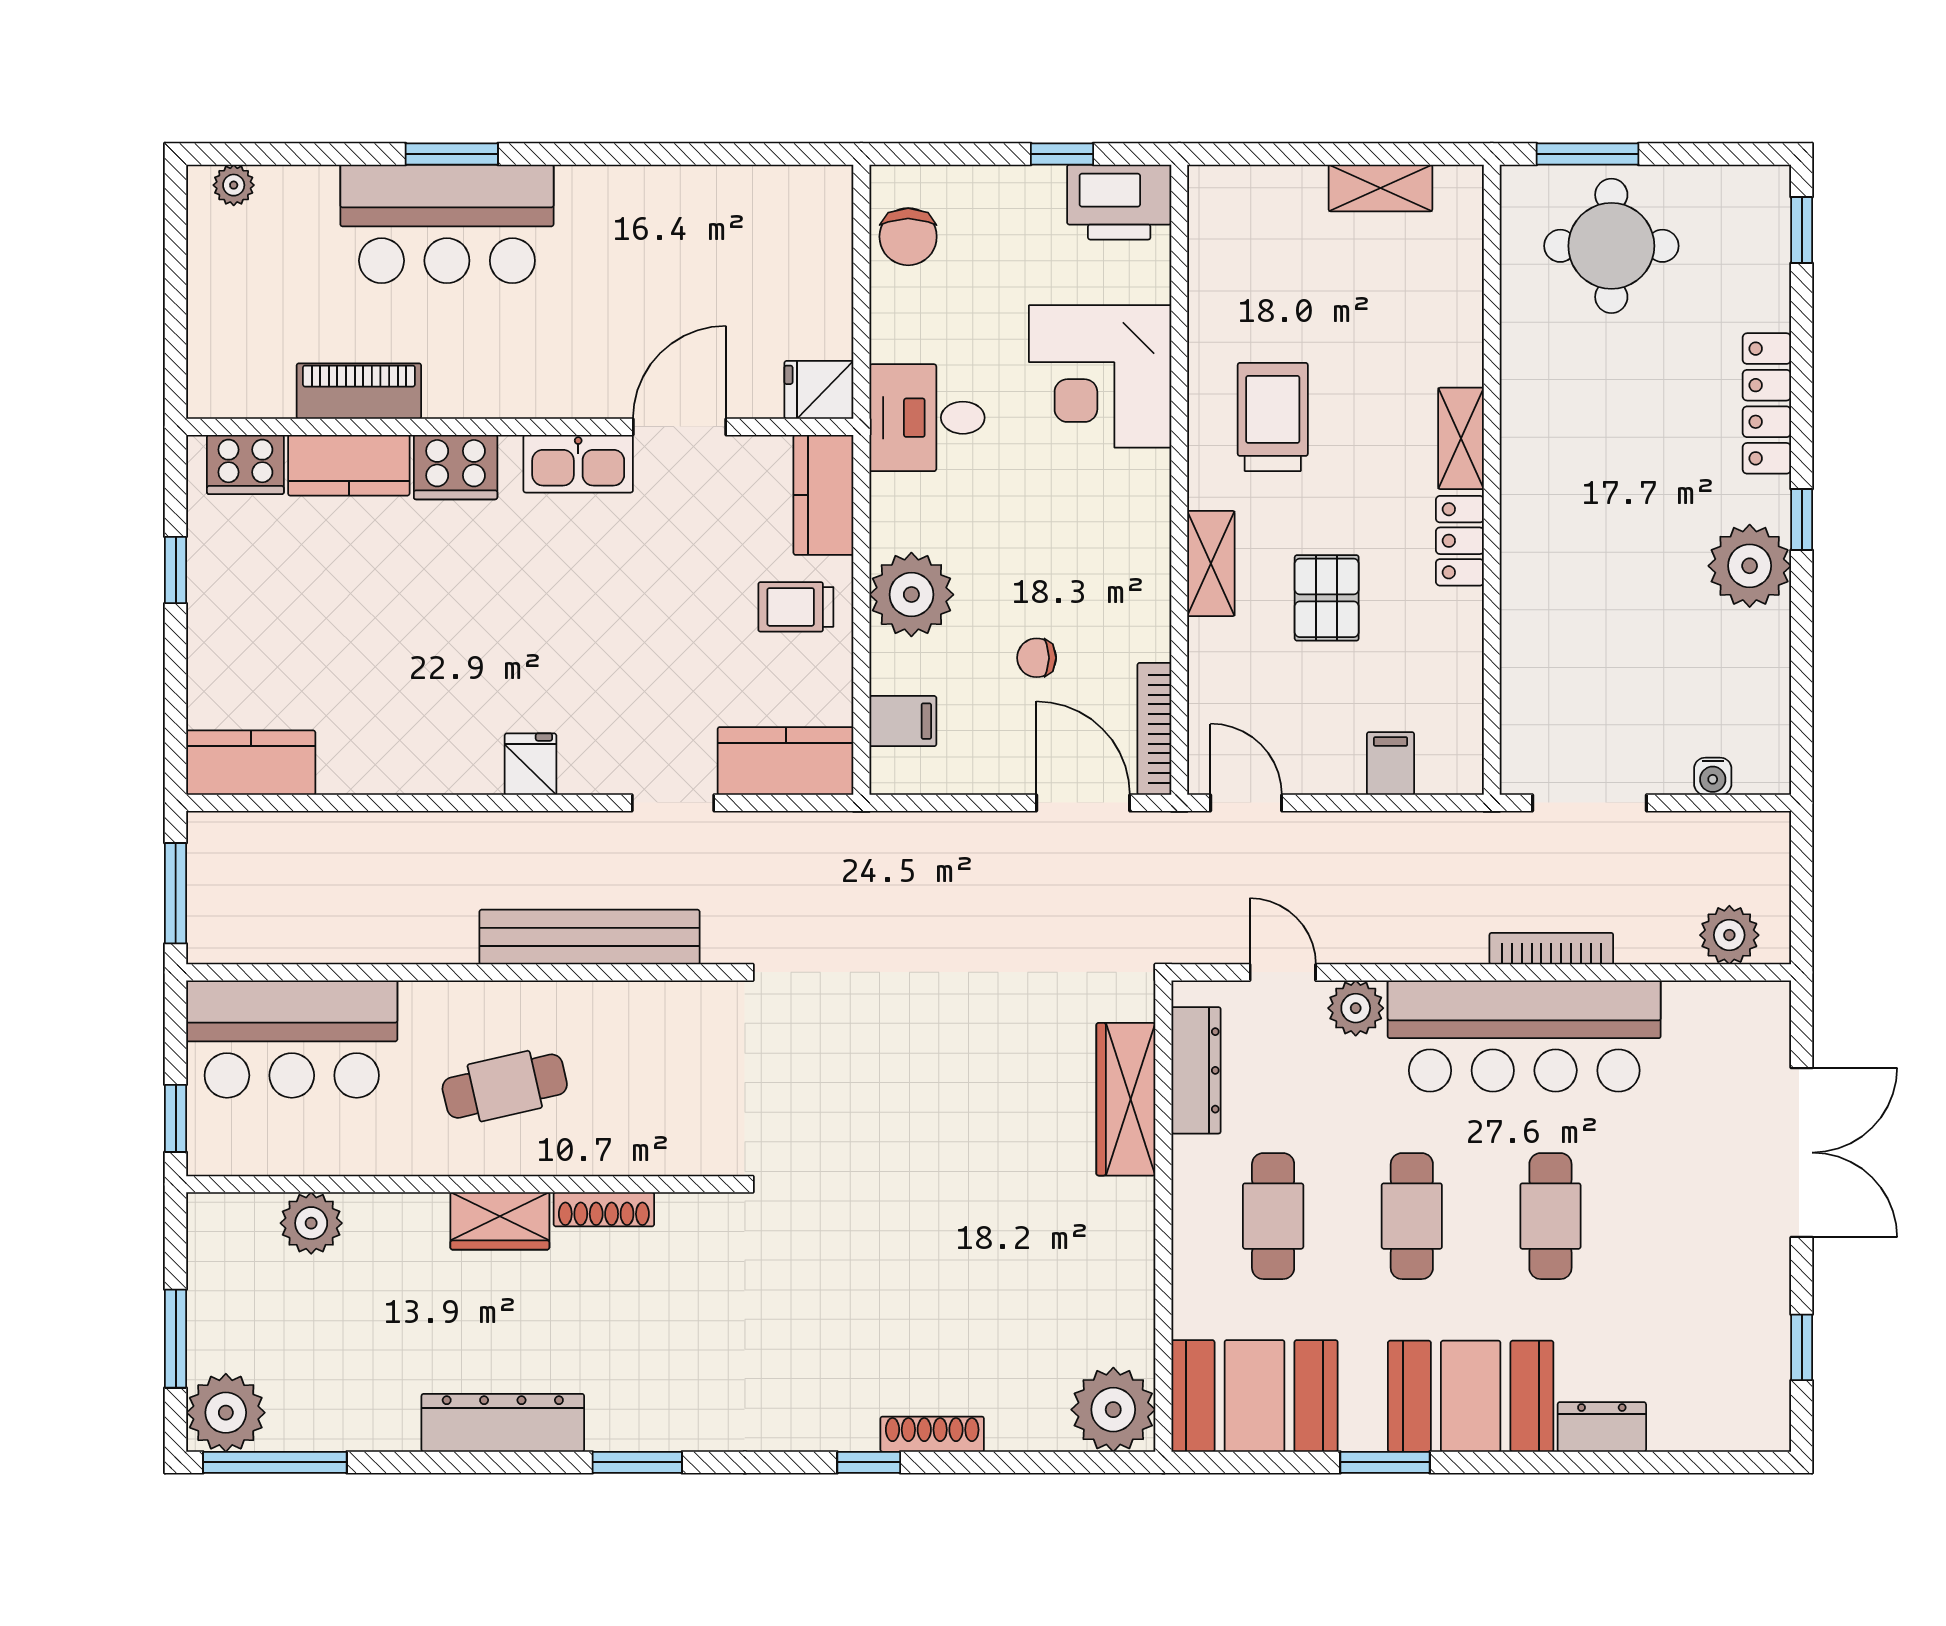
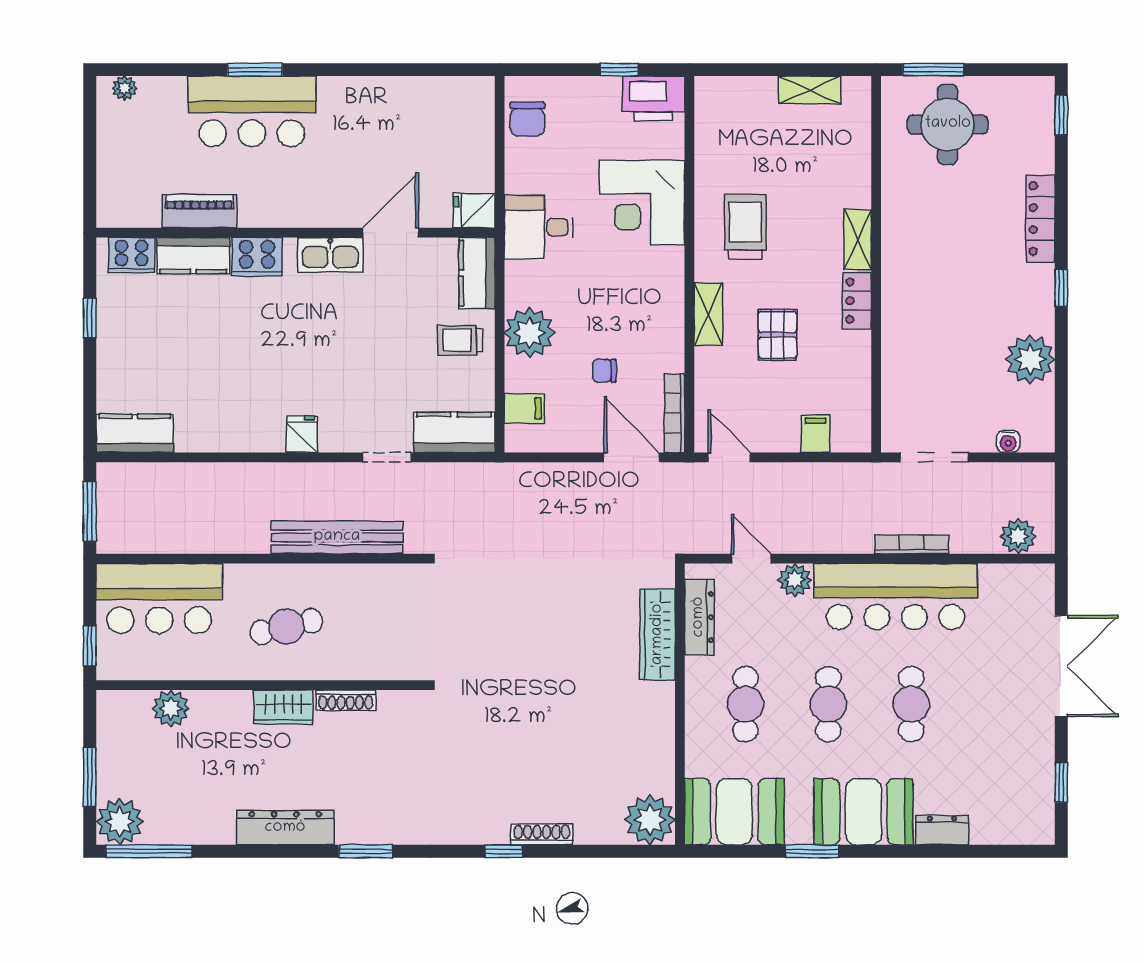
plant: (1750, 566) -> (1030, 359), moved

